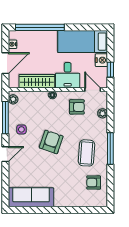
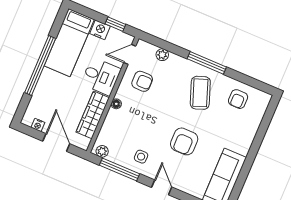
window: (40, 27) -> (40, 65), moved
armchair: (77, 107) -> (142, 81), turned 90
armchair: (51, 142) -> (184, 141), moved, turned -109
coffee table: (87, 153) -> (200, 93), turned 66

